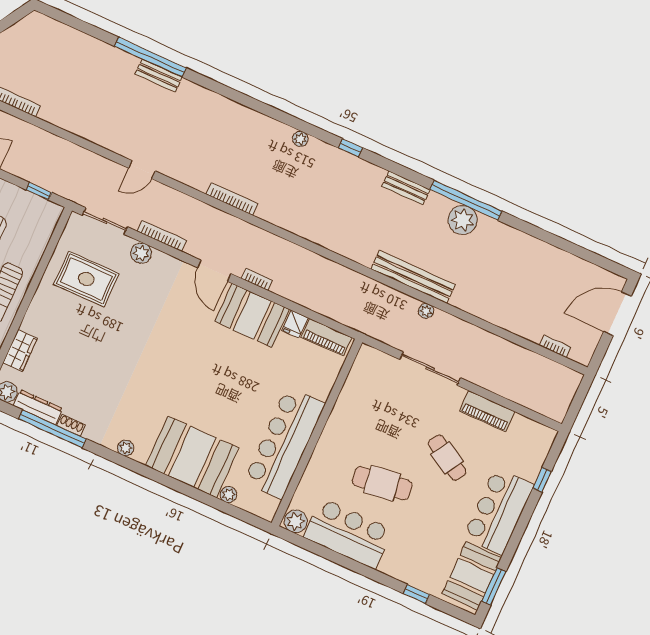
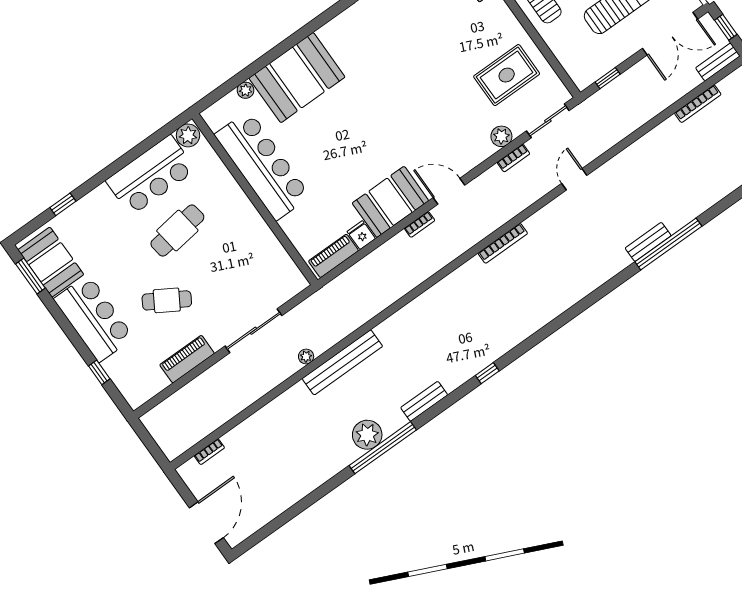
plant: (300, 139) -> (521, 334), removed
bookcase: (162, 236) -> (513, 158), width x0.64
plant: (126, 448) -> (339, 24), removed

